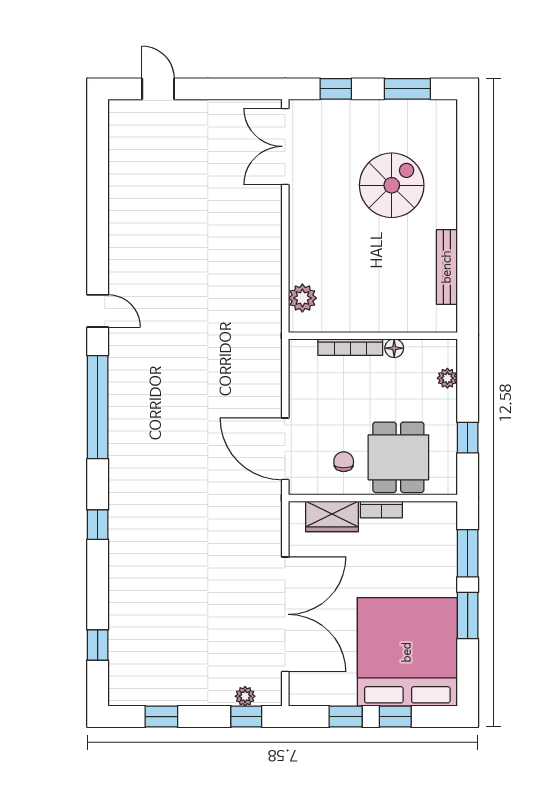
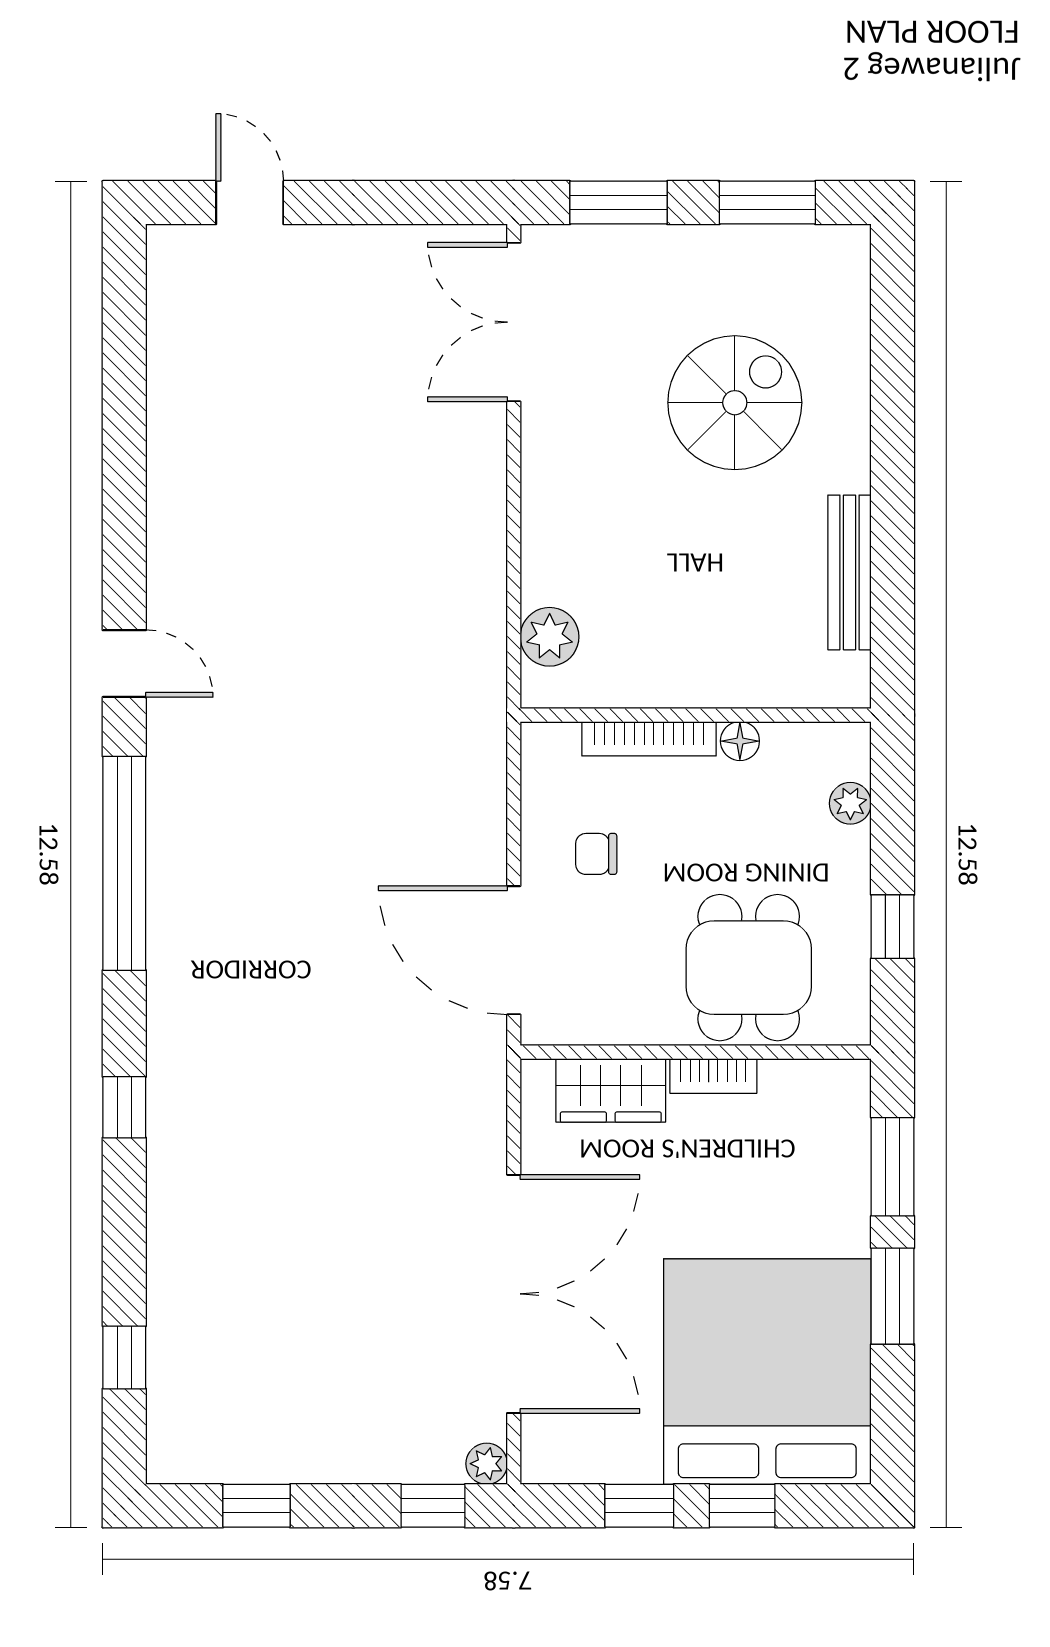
window: (336, 89) -> (619, 203), width x1.50
chair: (344, 462) -> (596, 854), moved, turned -90
plant: (245, 696) -> (487, 1464), moved

